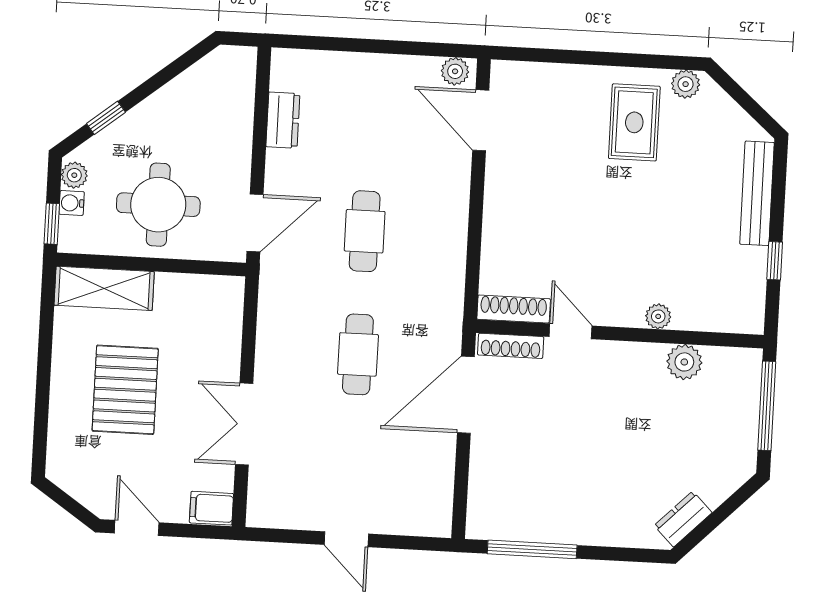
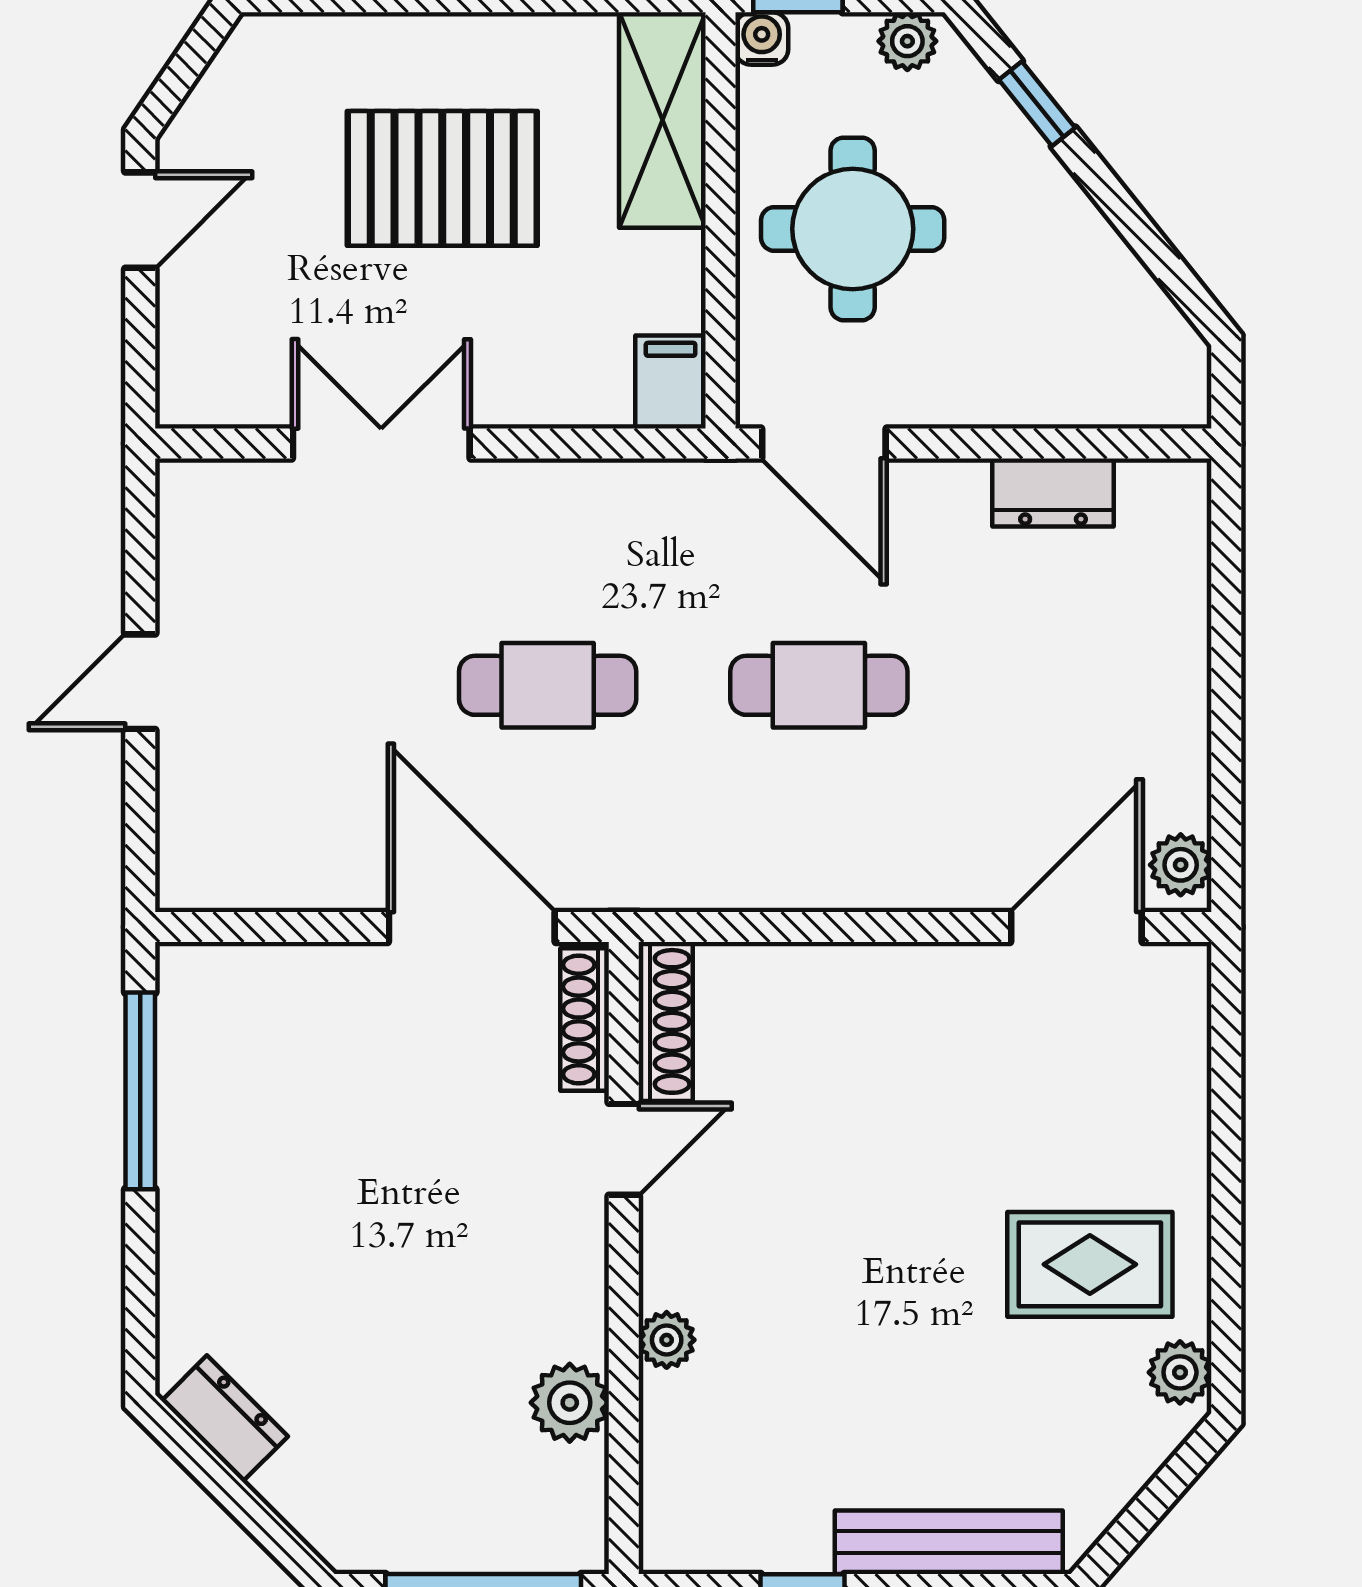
water cooler: (72, 203) -> (762, 39), moved
filing cabinet: (211, 508) -> (671, 382), moved

